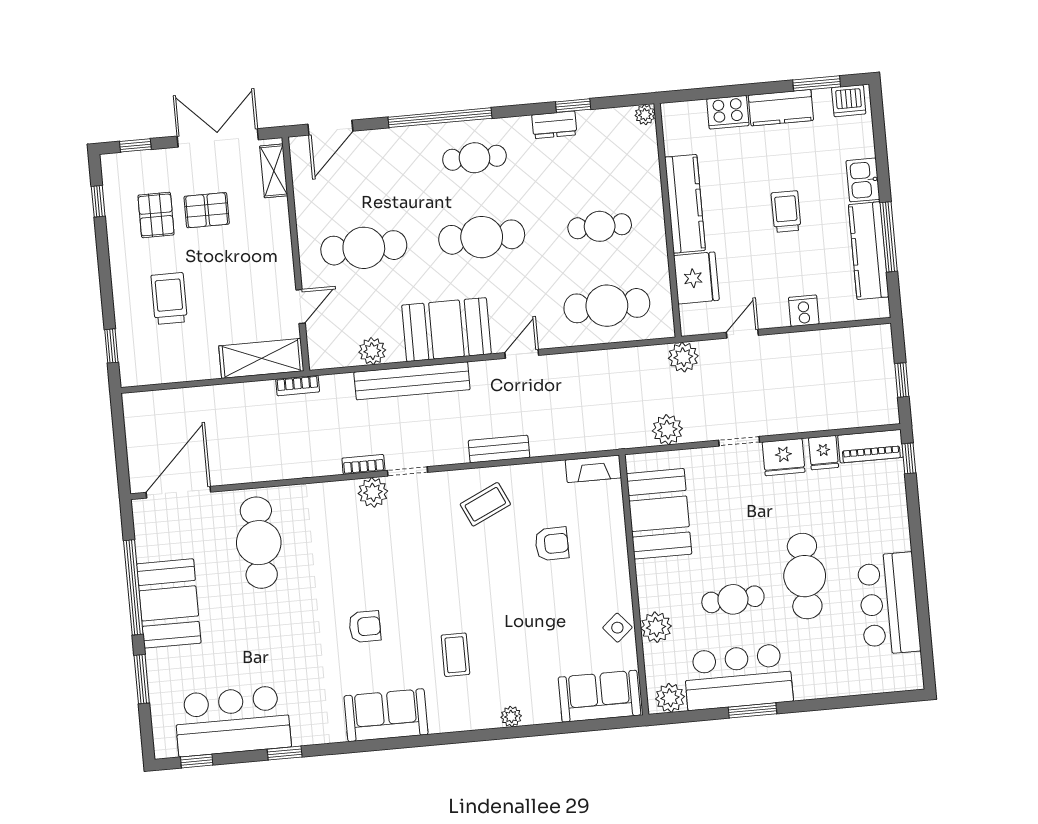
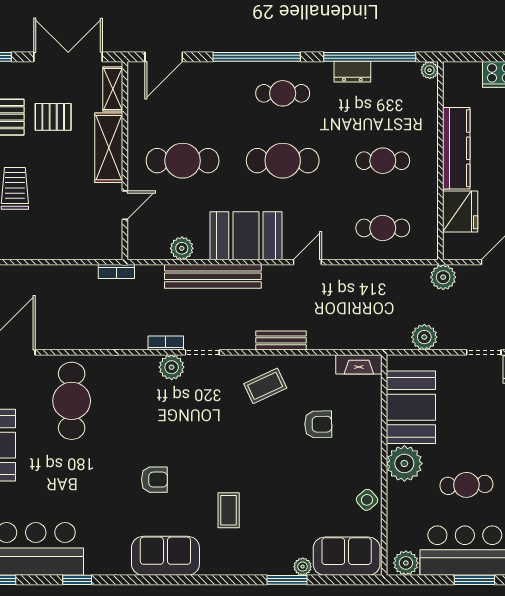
window: (573, 106) -> (370, 57), width x3.17
cafe table: (607, 306) -> (383, 228), width x0.73, depth x0.74
shelving: (261, 358) -> (109, 148), moved, turned 90
plant: (656, 627) -> (404, 463), moved, width x1.36, depth x1.36
plant: (511, 717) -> (303, 567), moved
window: (532, 731) -> (287, 580), added

